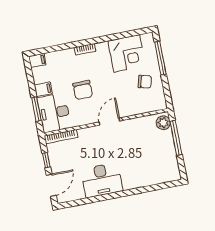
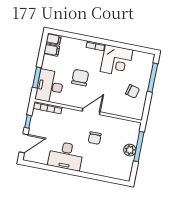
corner desk: (127, 53) -> (117, 61), moved
filing cabinet: (43, 89) -> (52, 50), moved
chair: (83, 90) -> (80, 78), turned 180
plant: (163, 123) -> (130, 150), moved
chair: (125, 148) -> (95, 138), added

